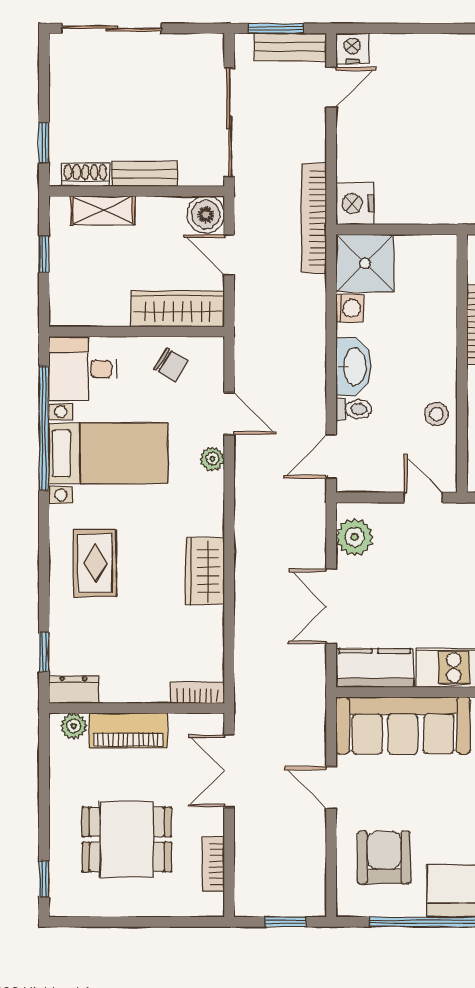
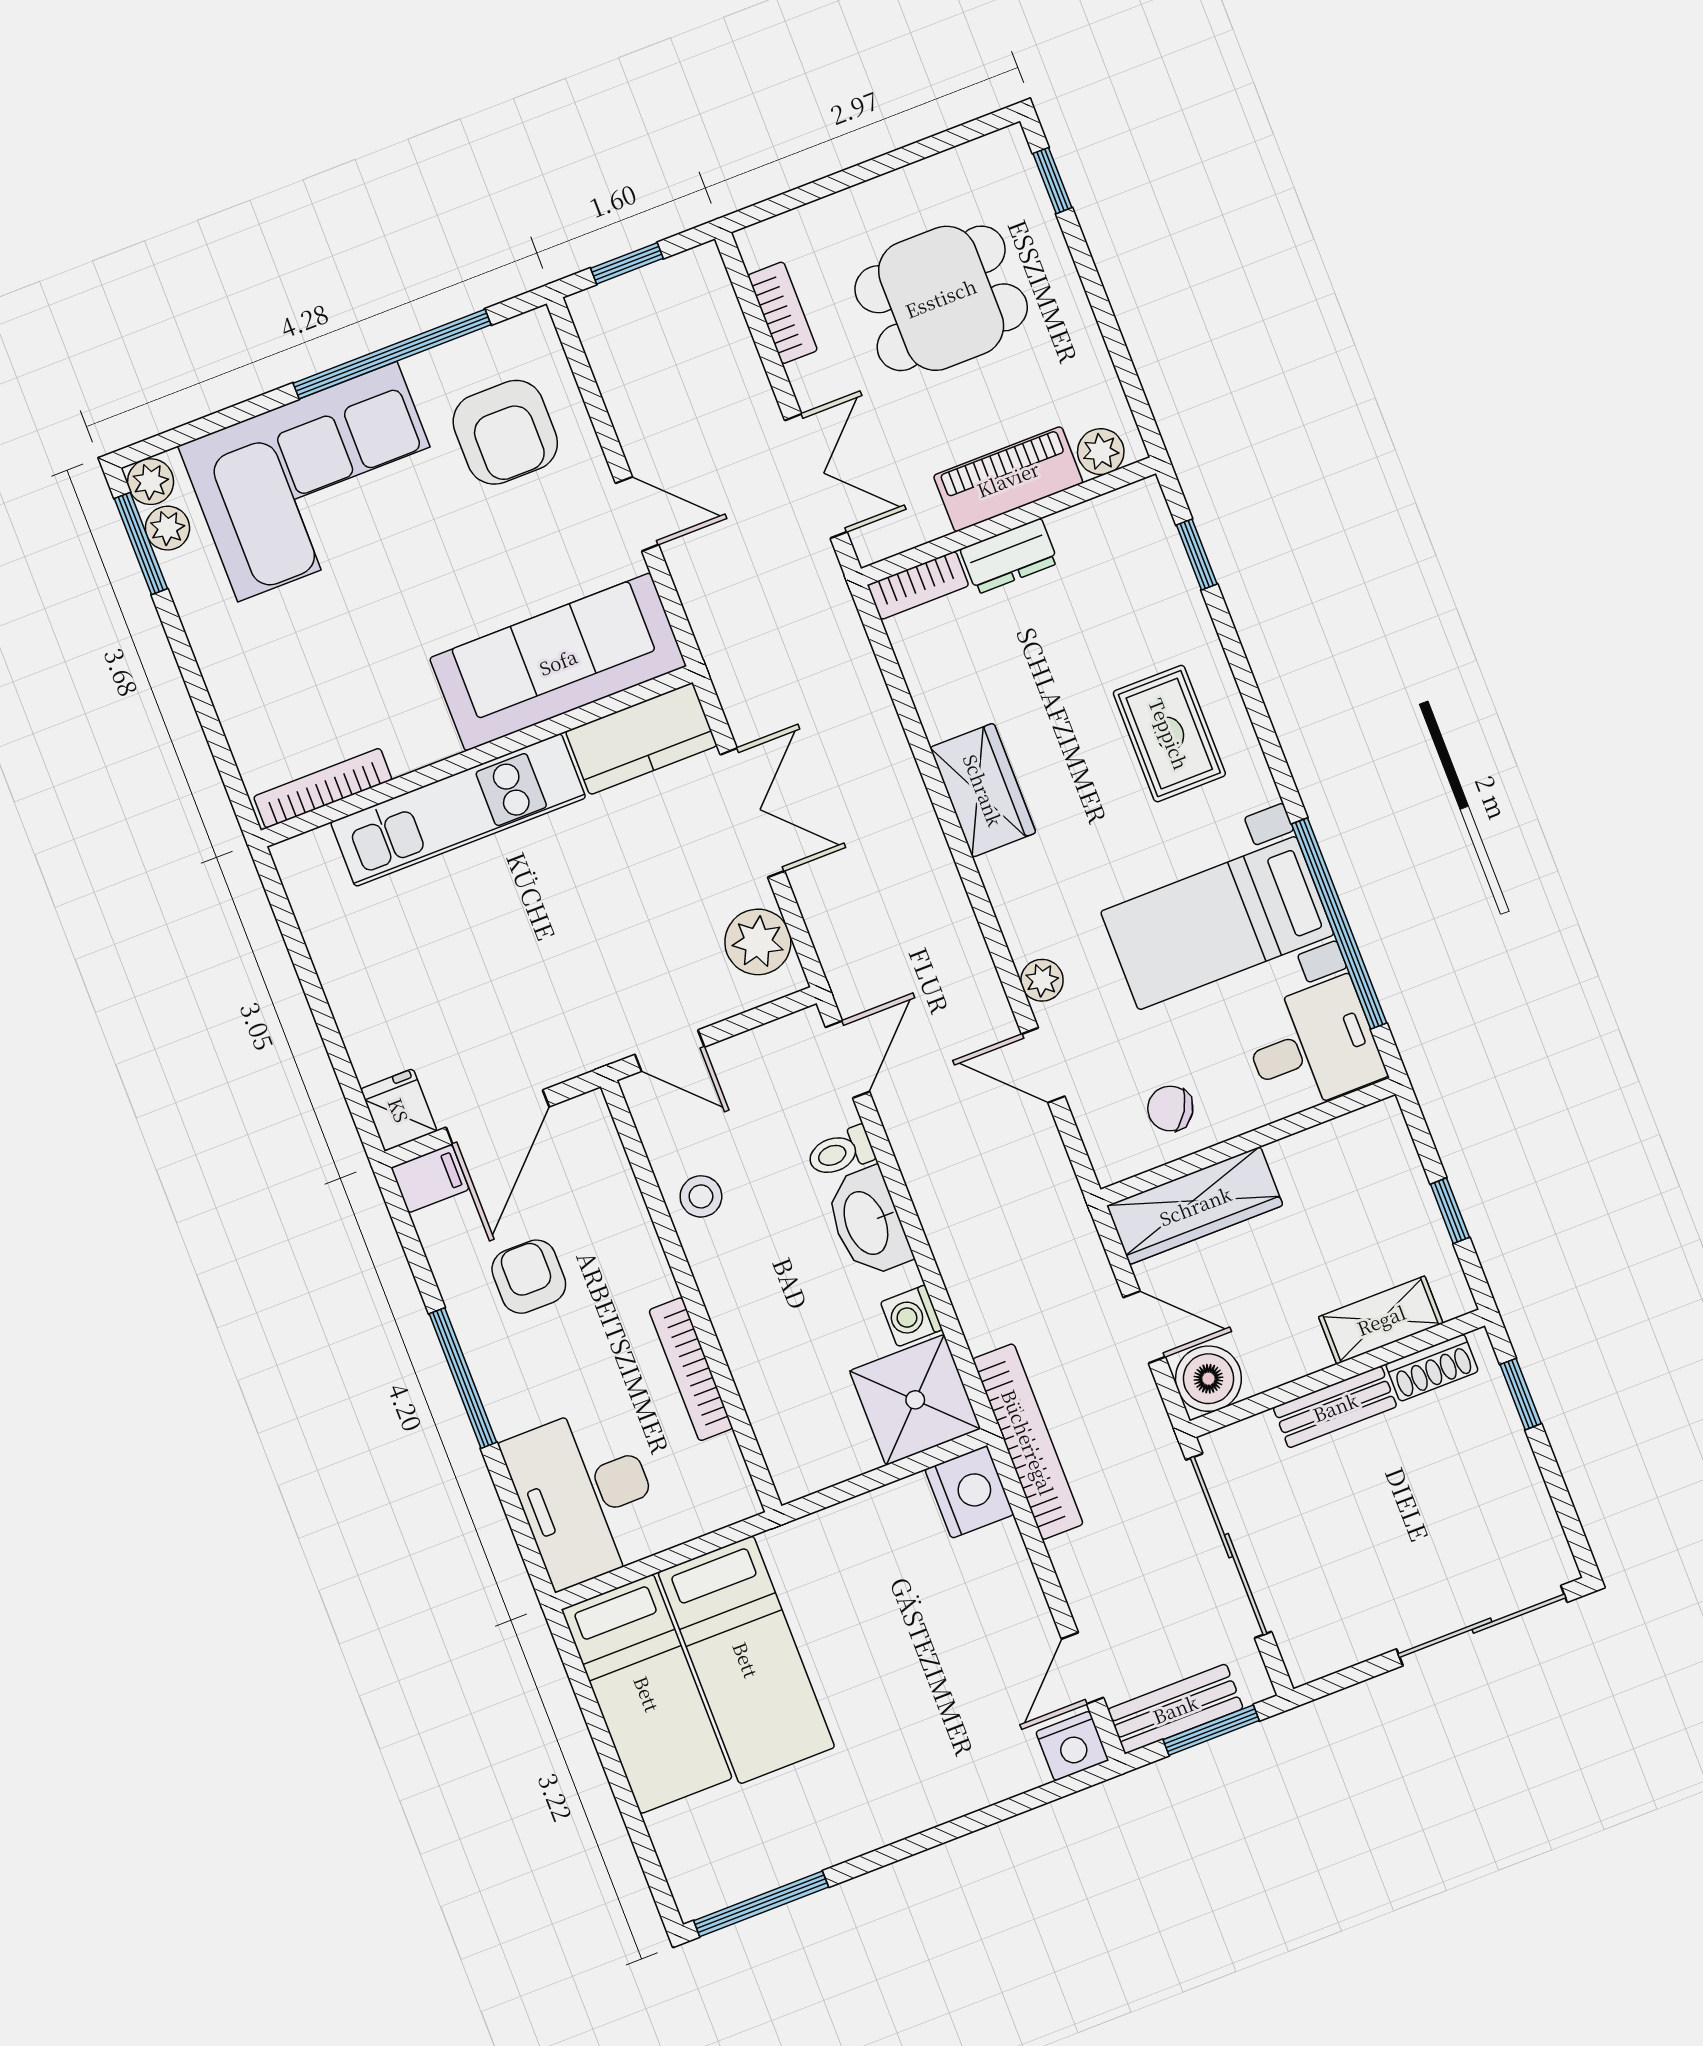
dresser: (73, 689) -> (1009, 556), moved

